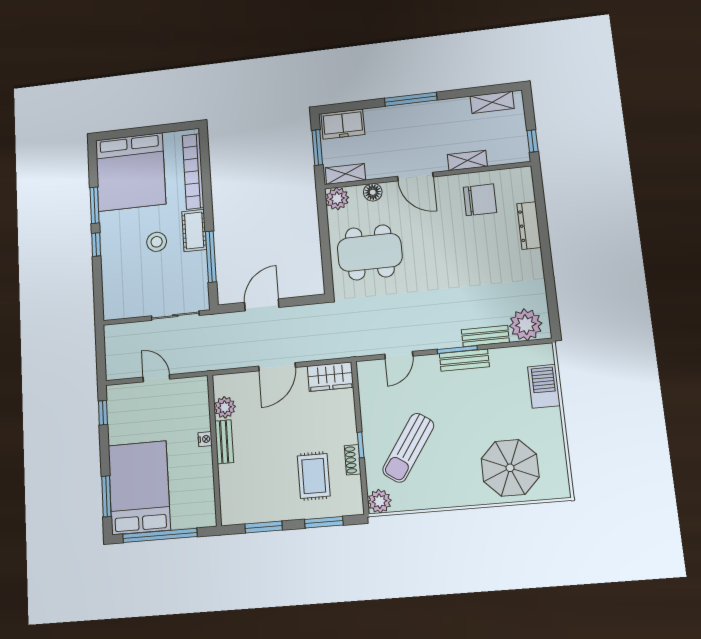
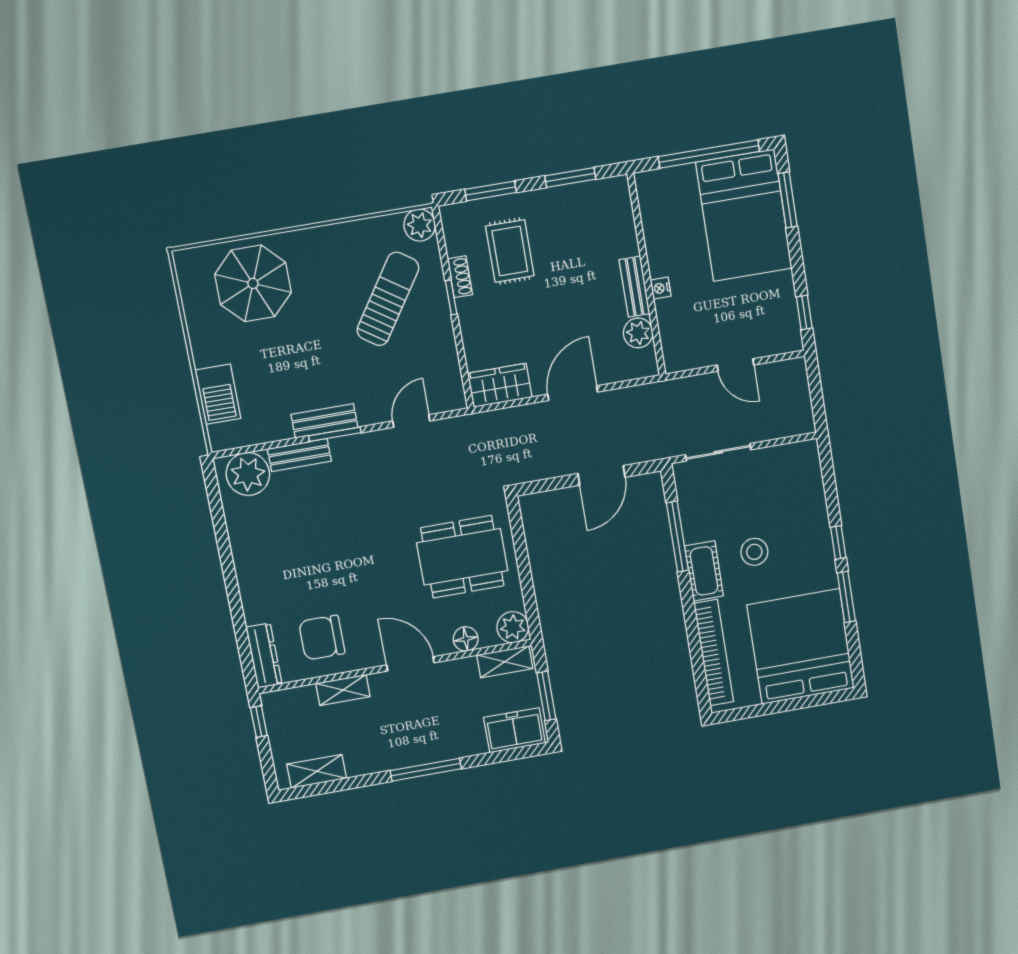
dresser: (529, 225) -> (264, 655), moved

